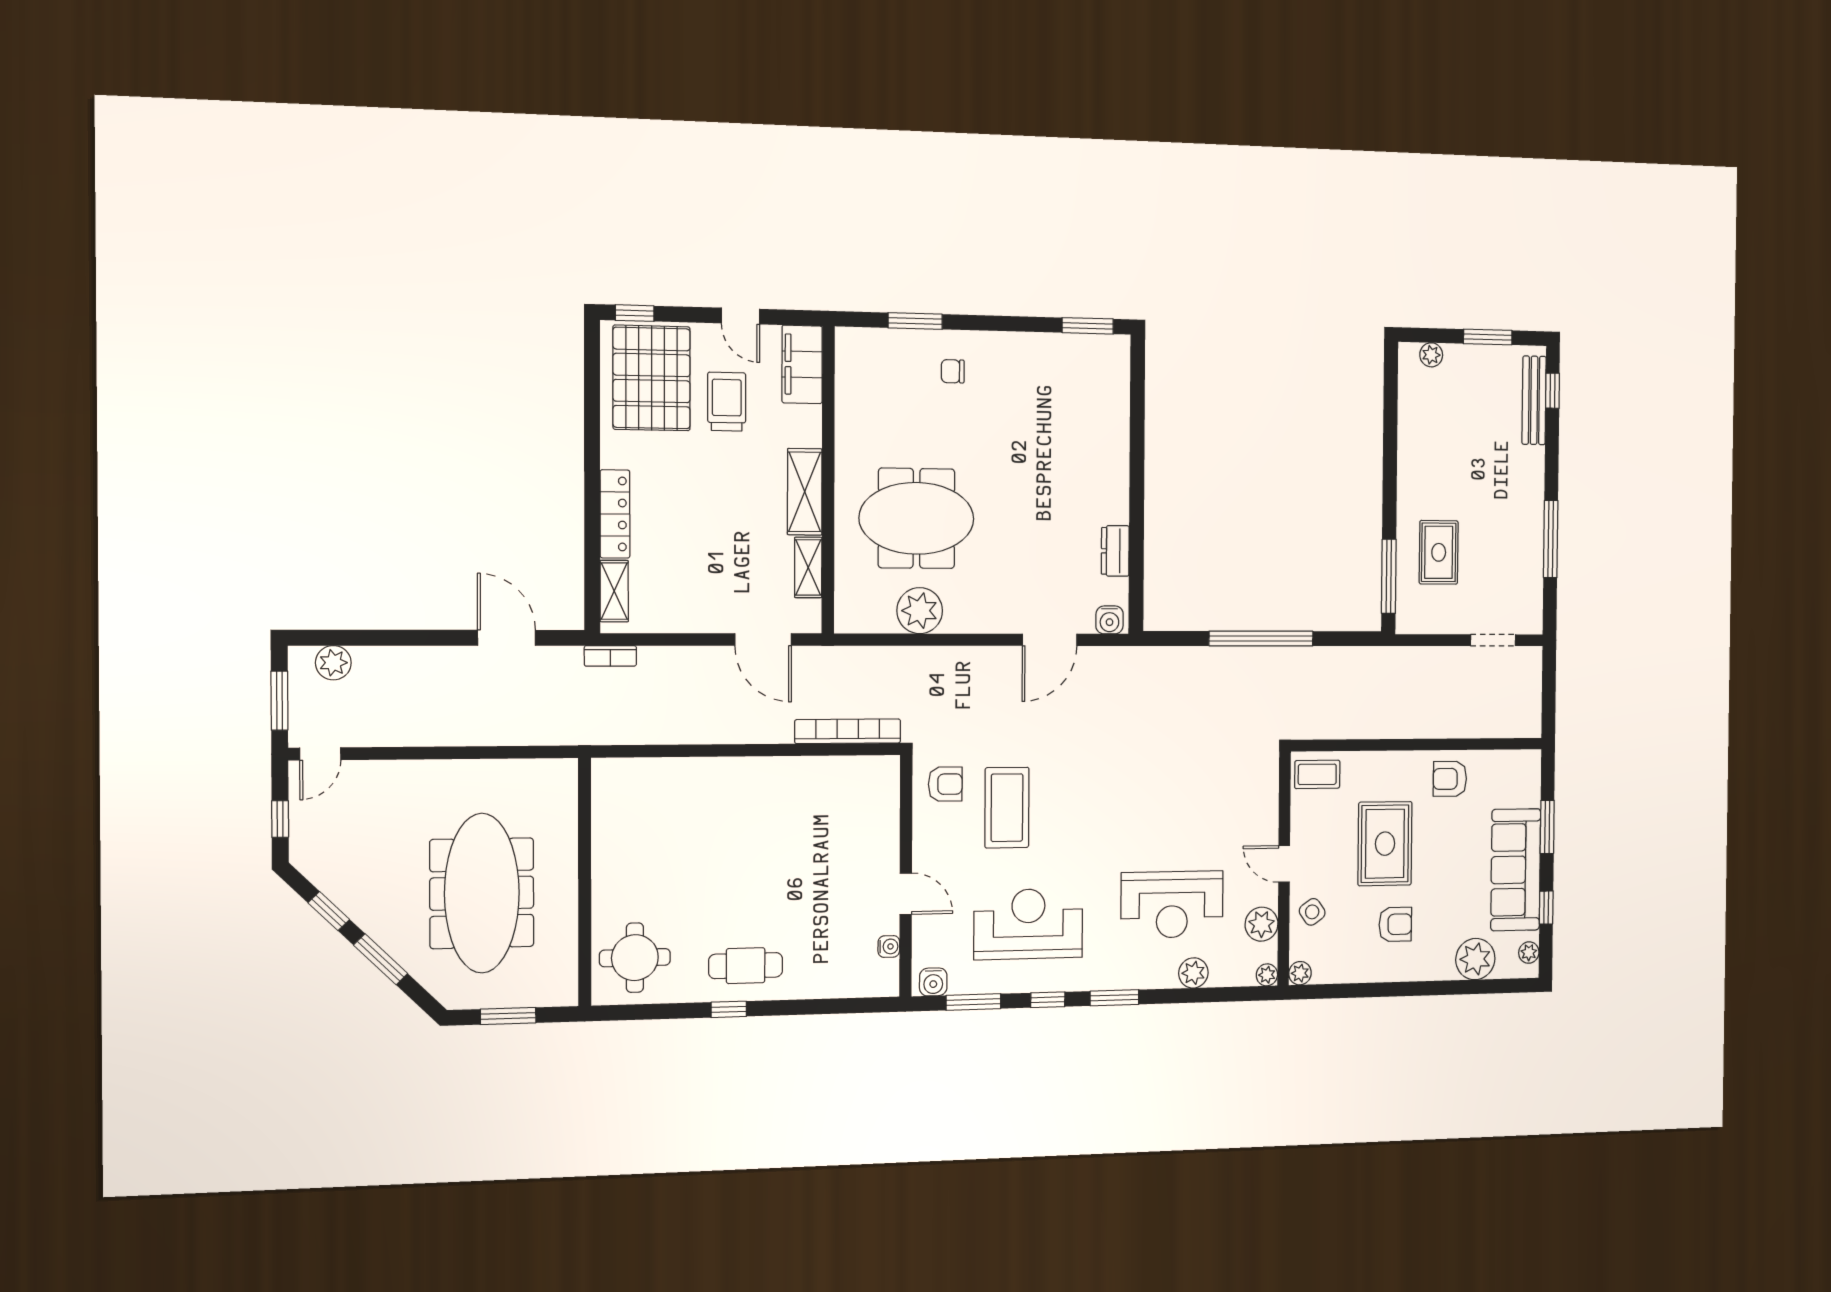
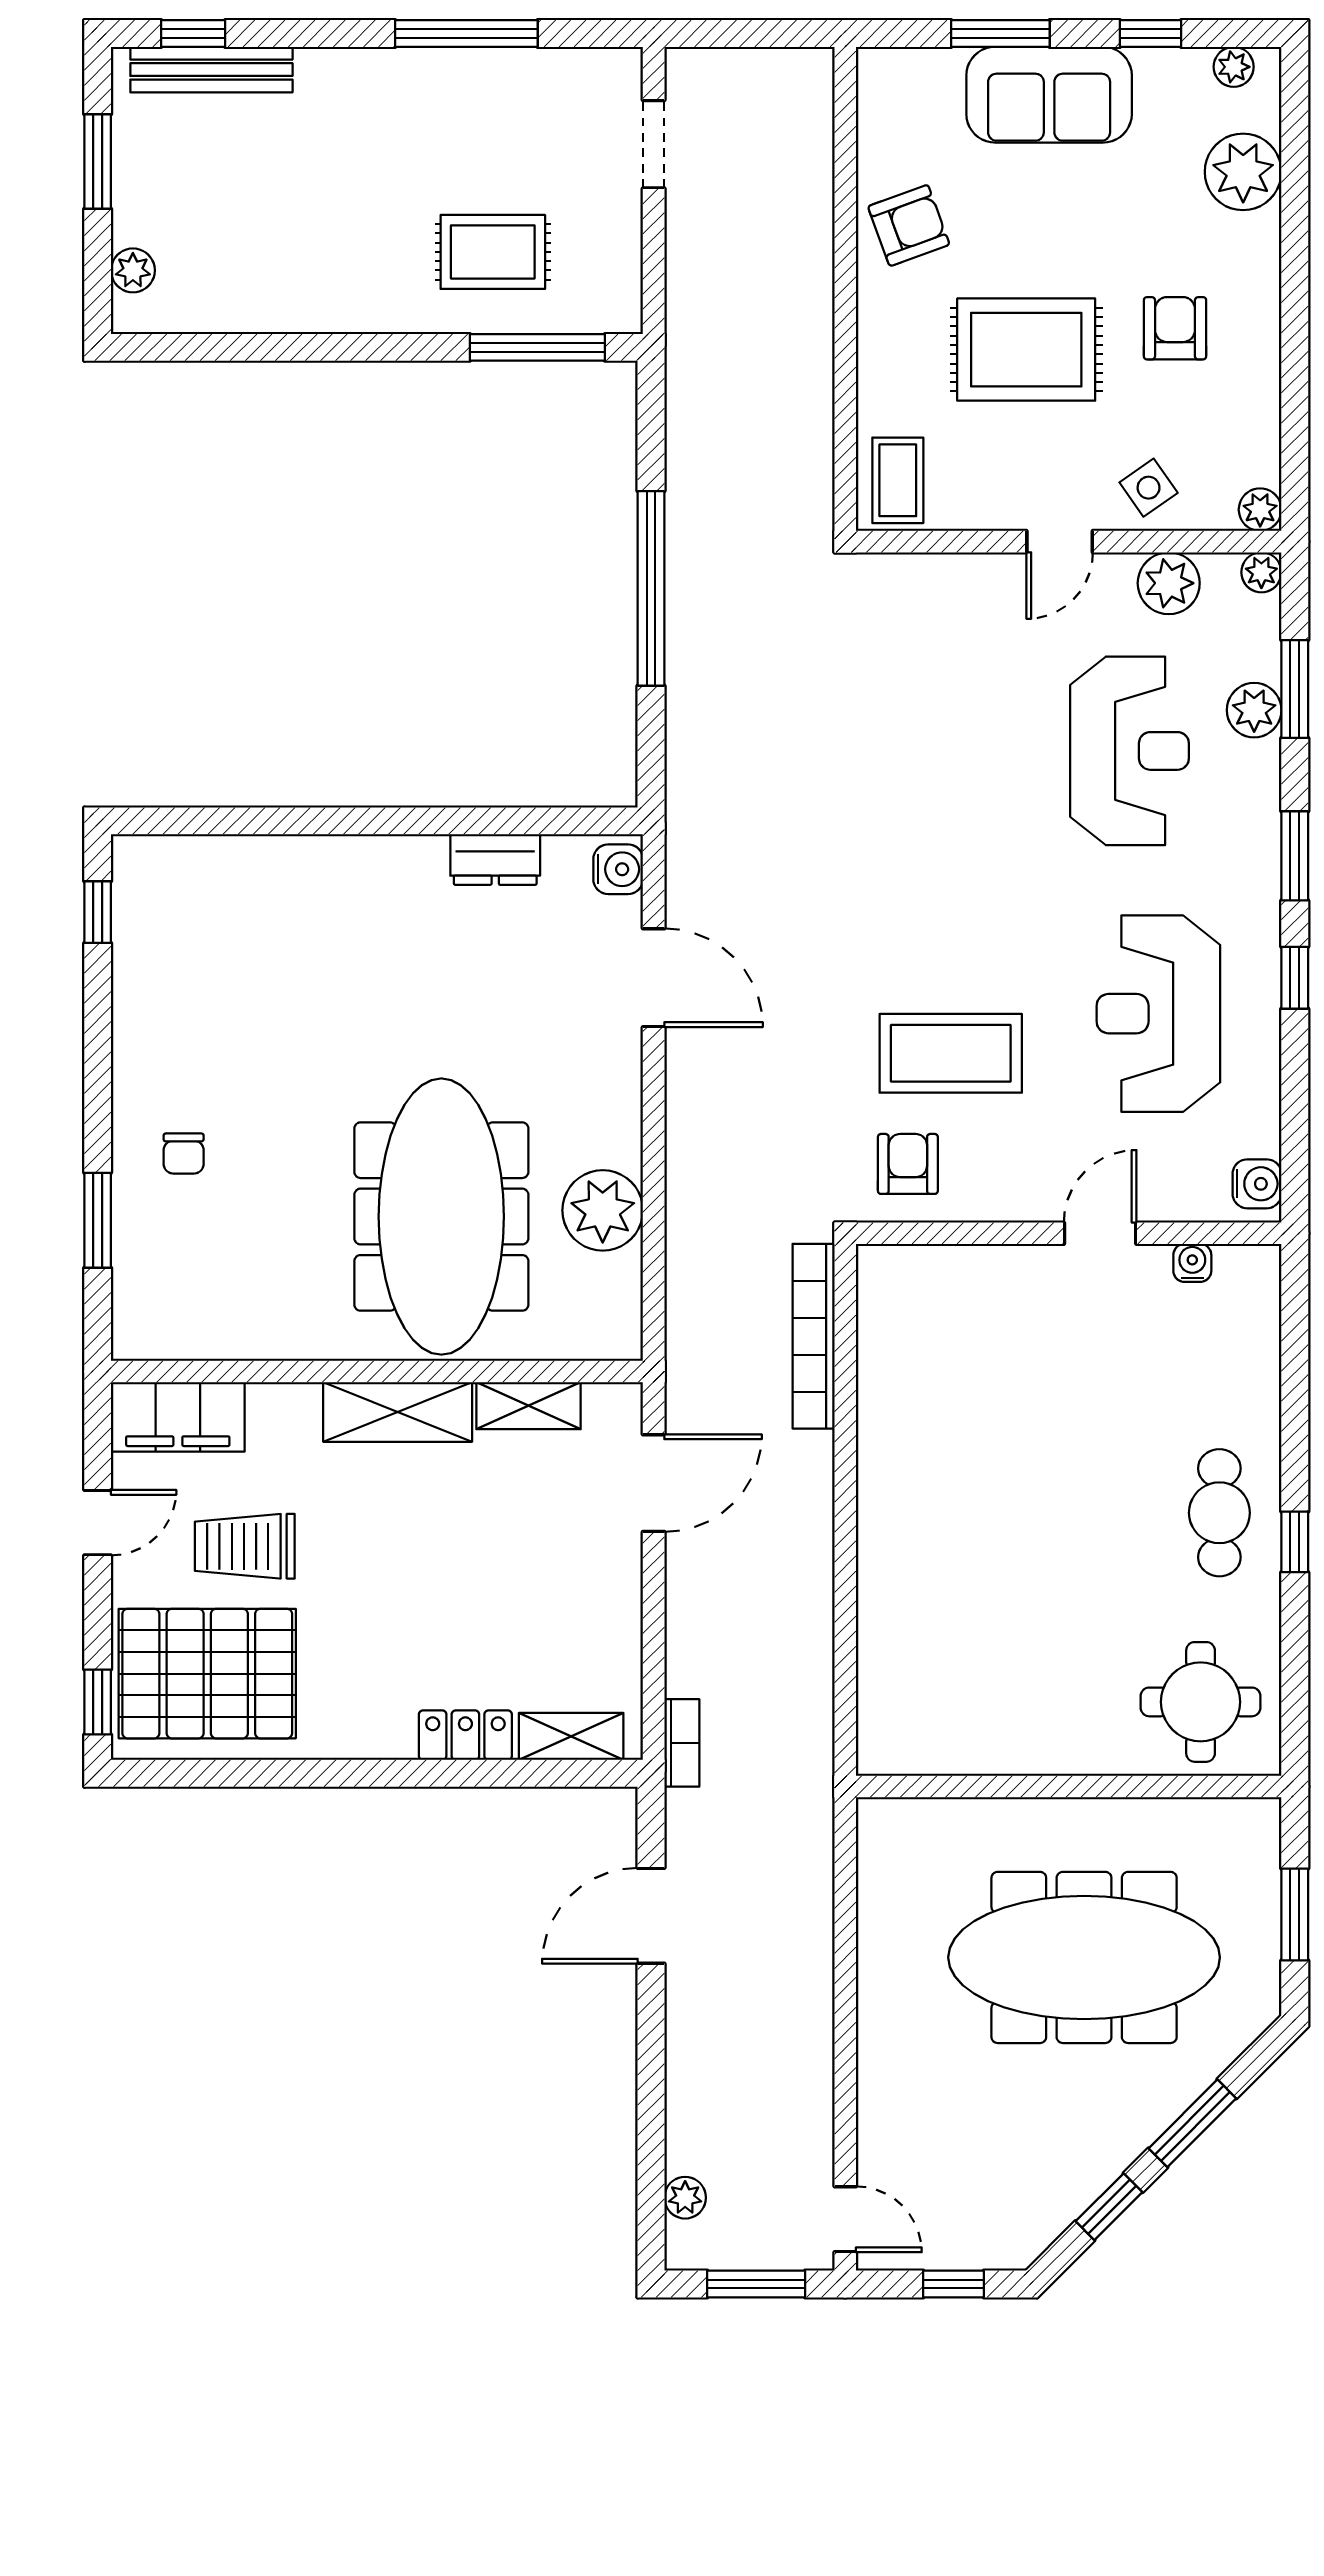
window: (1088, 326) -> (98, 912), width x0.67
locker: (615, 514) -> (465, 1735), width x0.66
meeting table: (917, 518) -> (441, 1217), width x1.36
plant: (333, 663) -> (685, 2198), width x0.73, depth x0.73
armchair: (1450, 779) -> (909, 225), turned -110
sofa: (1516, 870) -> (1049, 95), width x0.73
window: (973, 1002) -> (1295, 689), moved

